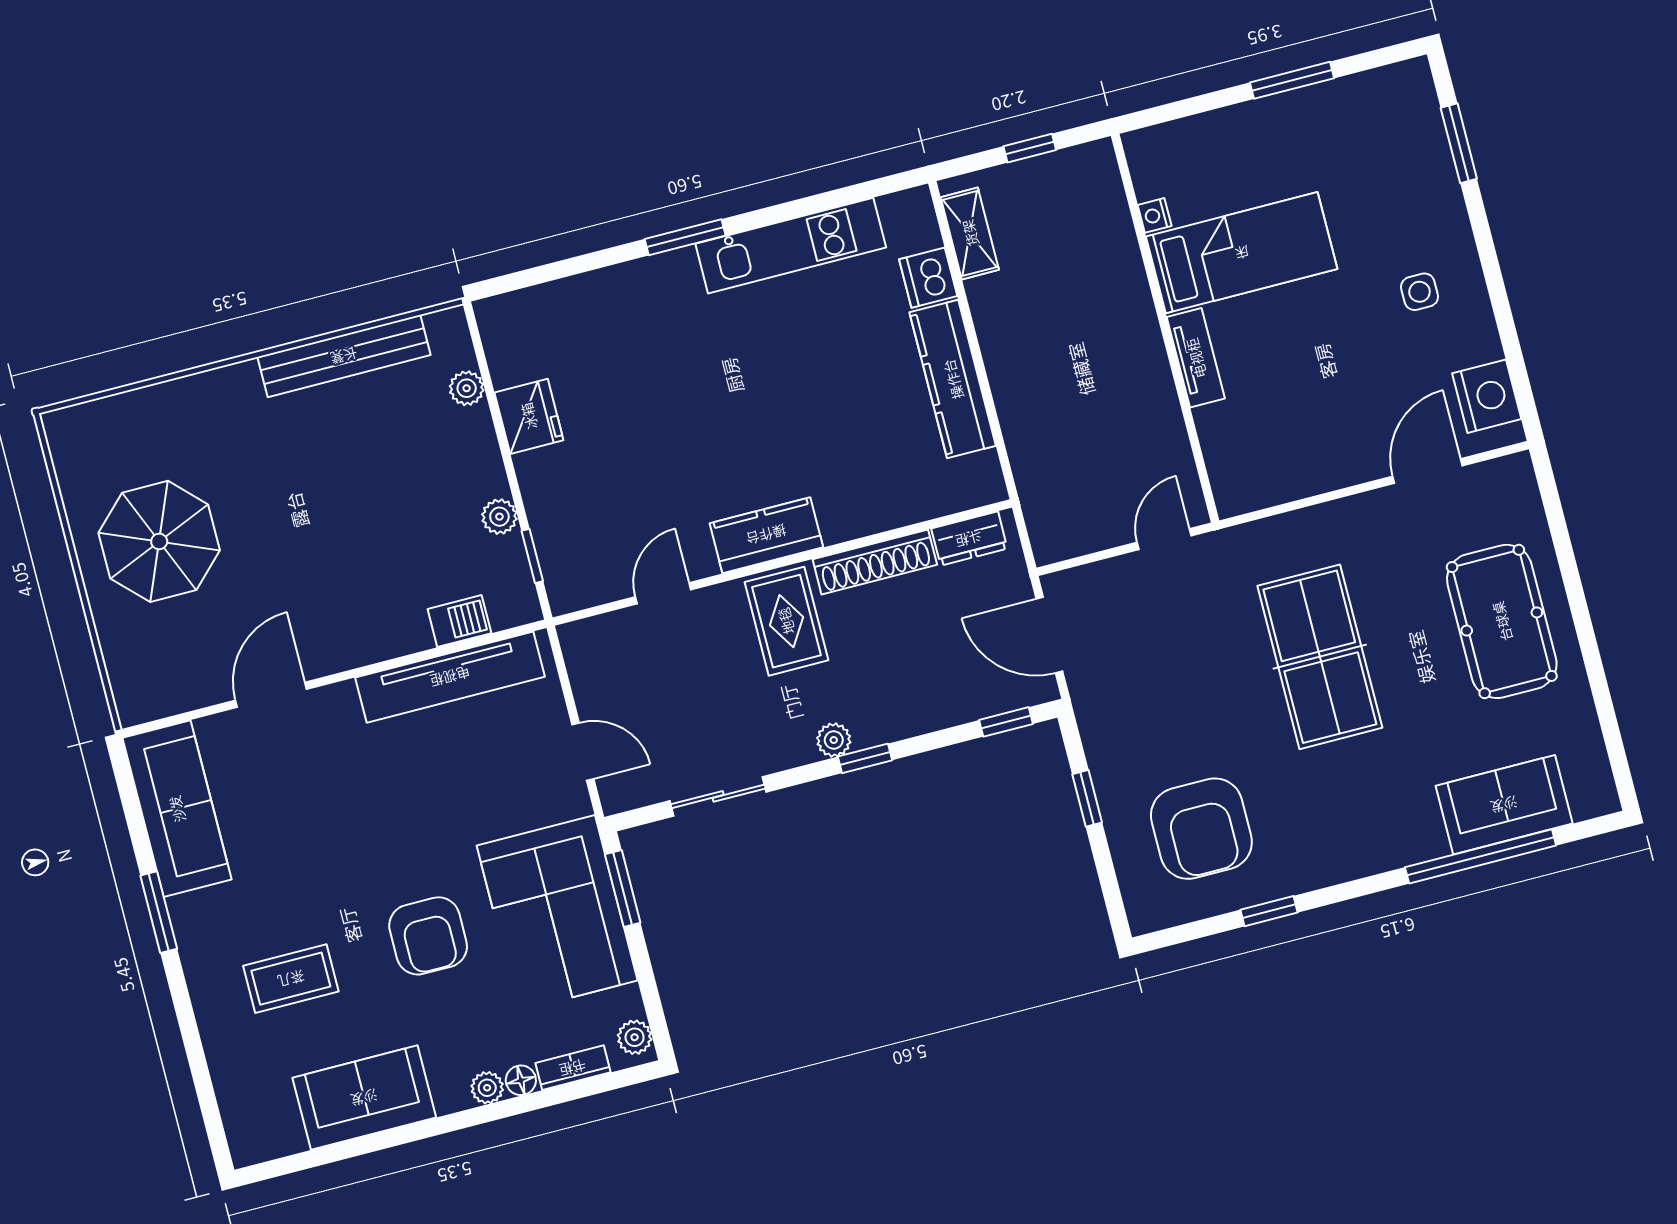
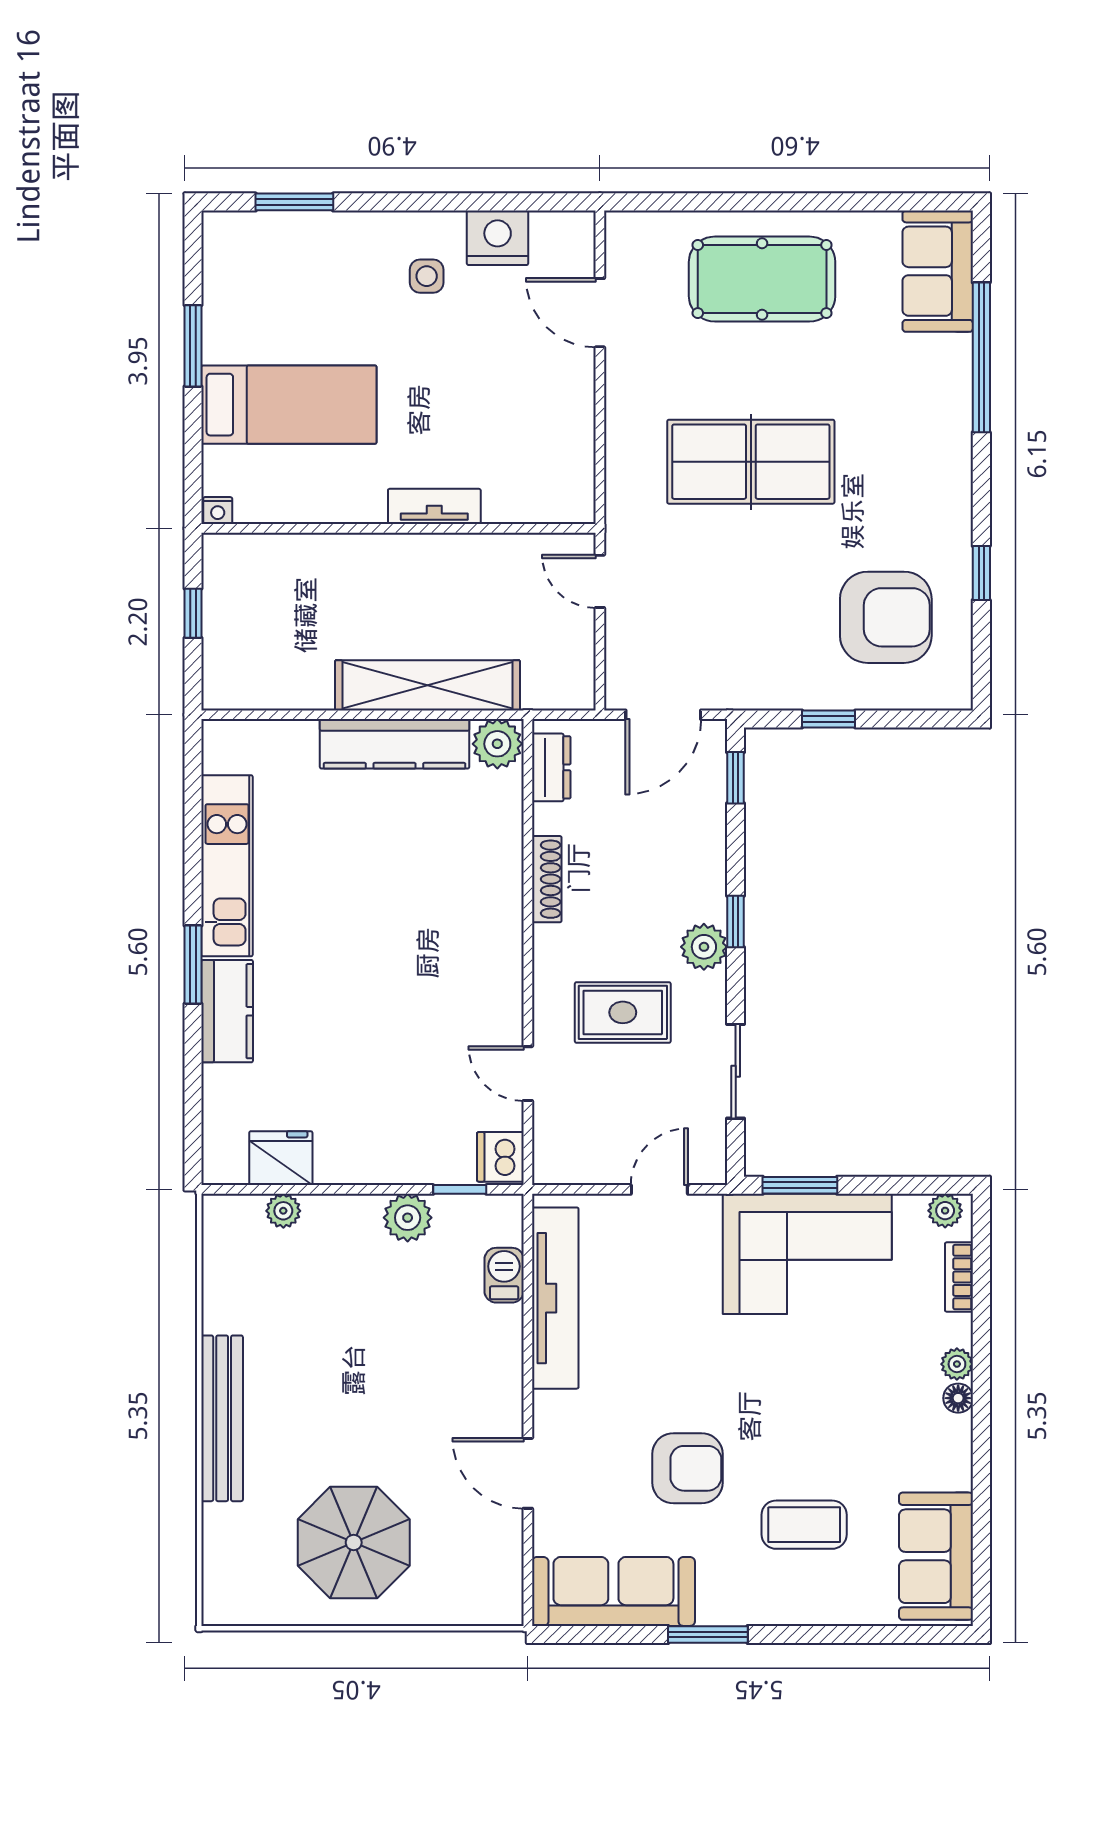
nightstand: (1155, 215) -> (218, 510), moved
shelving: (970, 233) -> (428, 685), moved, width x2.20, depth x1.33
bed: (1242, 253) -> (289, 405), moved, turned 90
dishwasher: (928, 278) -> (500, 1157), moved, turned 90
bench: (344, 356) -> (222, 1418), moved
nightstand: (1487, 396) -> (498, 238), moved
fridge: (529, 416) -> (281, 1158), moved
plant: (979, 480) -> (497, 744), added
plant: (499, 517) -> (408, 1218), width x1.38, depth x1.38
kitchen counter: (766, 535) -> (227, 1011), moved, turned 180
shoe rack: (875, 562) -> (547, 879), width x0.74, depth x0.81
rug: (786, 621) -> (623, 1012), moved
plant: (834, 740) -> (704, 947), width x1.38, depth x1.38
sofa: (1504, 805) -> (938, 271), moved
armchair: (428, 936) -> (687, 1468), moved
coffee table: (291, 979) -> (804, 1525), turned 90
floor lamp: (521, 1080) -> (958, 1398), moved
sofa: (364, 1098) -> (936, 1556), moved

